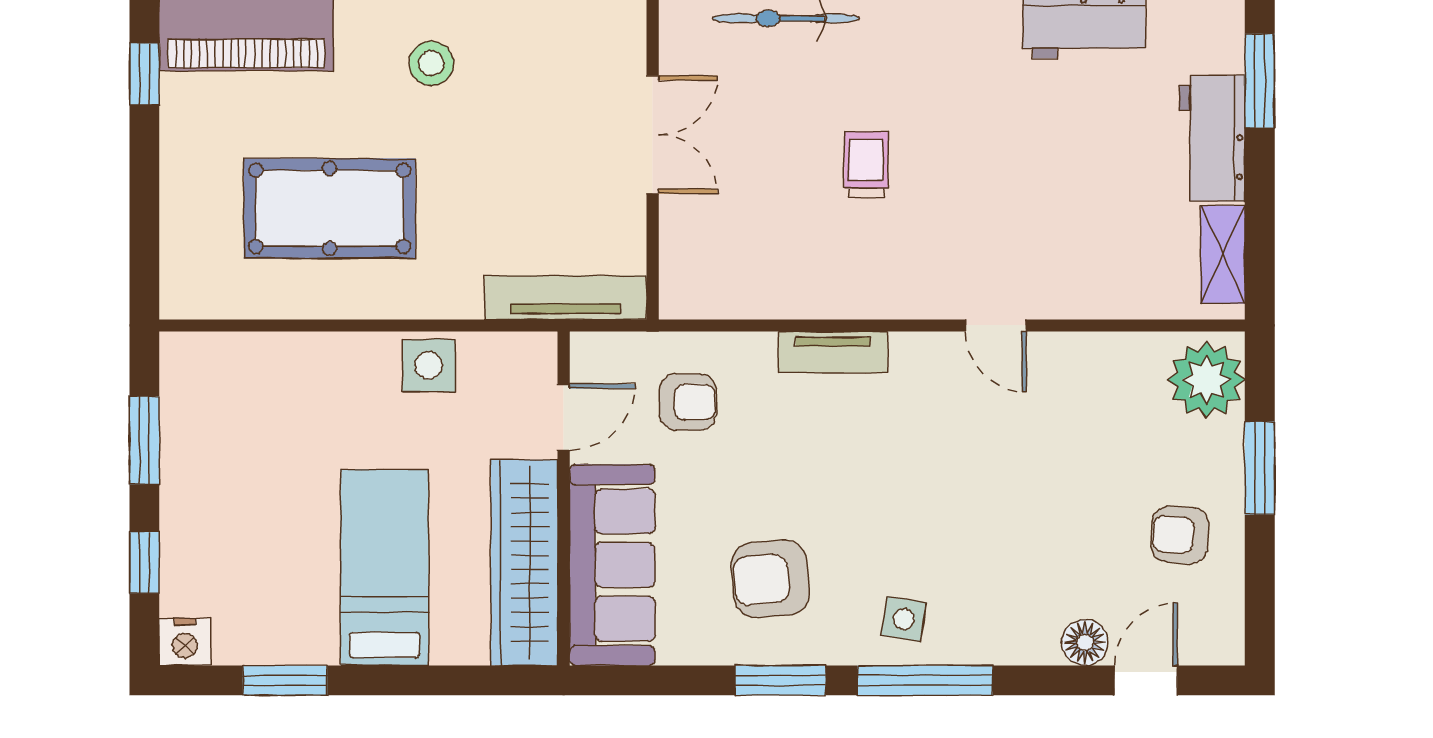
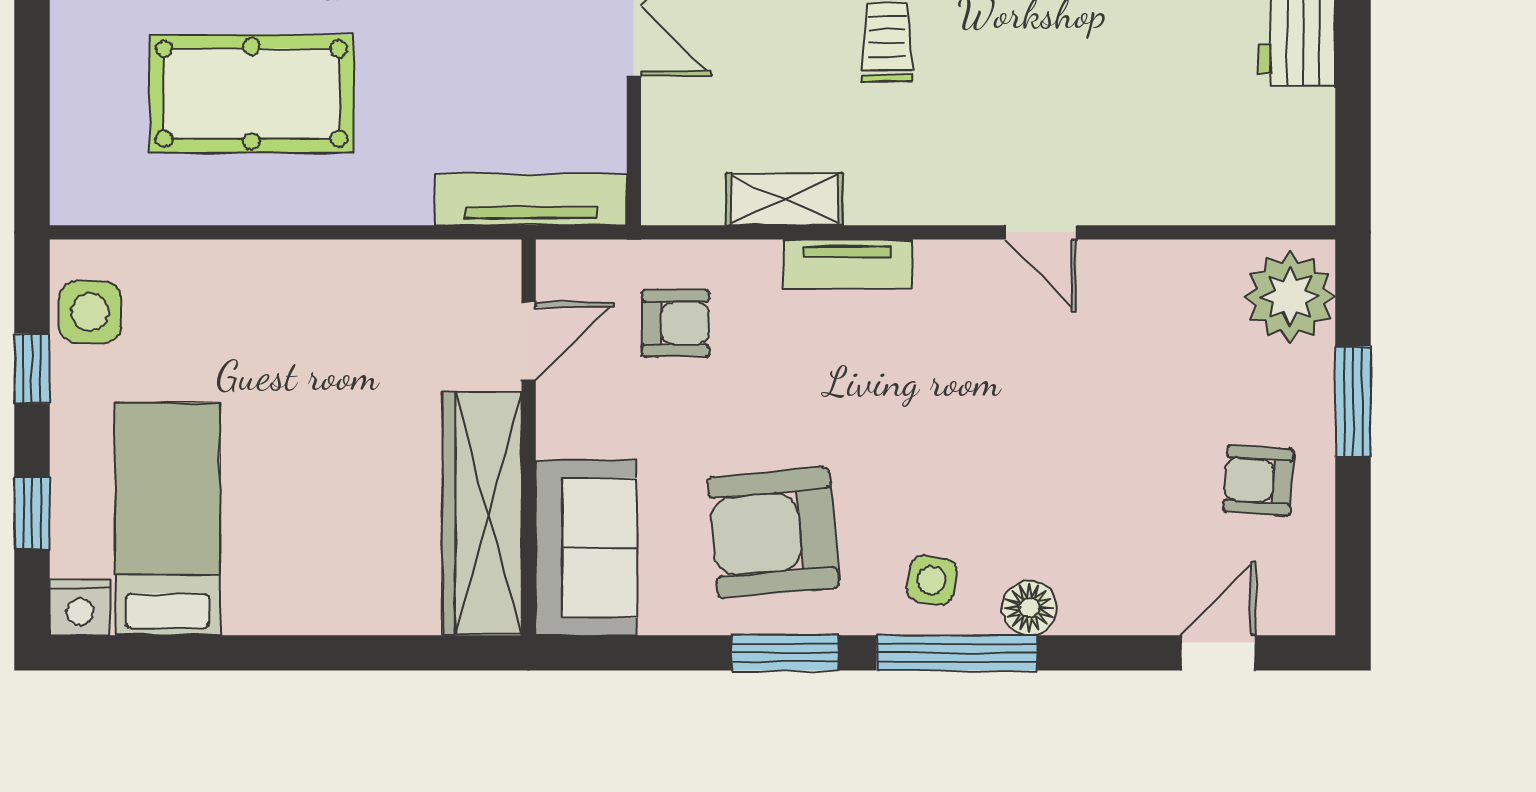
shelving: (1223, 254) -> (785, 199), moved, turned 90
side table: (429, 366) -> (90, 312), moved
window: (144, 440) -> (32, 368), width x0.67
sofa: (612, 565) -> (586, 548), width x0.73
bed: (384, 567) -> (167, 519), moved
armchair: (770, 579) -> (773, 532), width x1.36, depth x1.36
floor lamp: (1085, 642) -> (1029, 608), moved
window: (285, 680) -> (199, 653), removed

